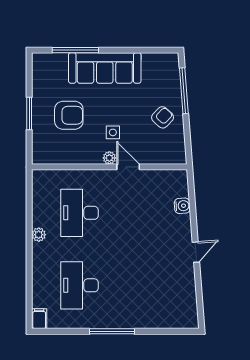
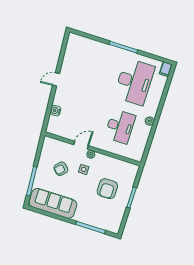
sofa: (105, 68) -> (53, 203), moved
armchair: (69, 115) -> (107, 189), turned -90
armchair: (163, 117) -> (61, 169), moved
door: (128, 167) -> (81, 145), swing flipped
desk: (79, 285) -> (134, 82), width x1.36, depth x1.30

